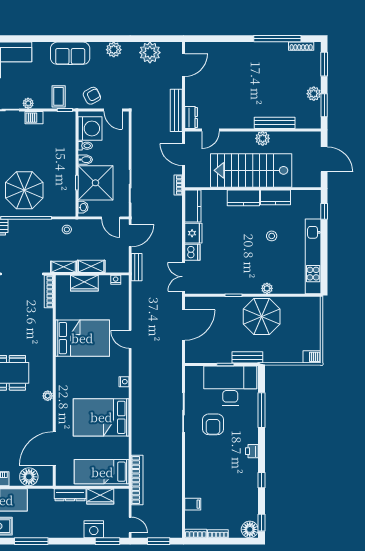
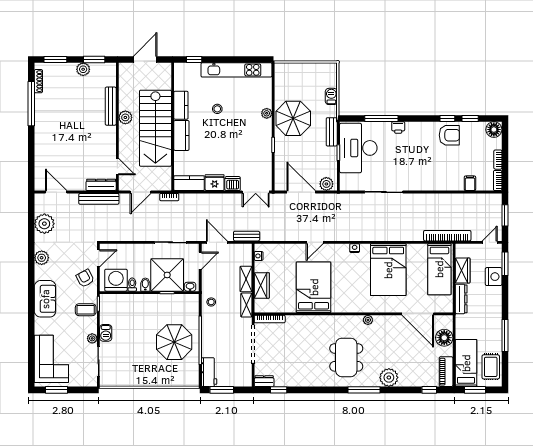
dresser: (191, 118) -> (101, 185), width x1.44
plant: (192, 352) -> (326, 184), added
barbecue: (312, 357) -> (331, 96), moved
armchair: (213, 424) -> (449, 135), moved
printer: (252, 451) -> (398, 127), moved
window: (261, 523) -> (470, 119), moved

